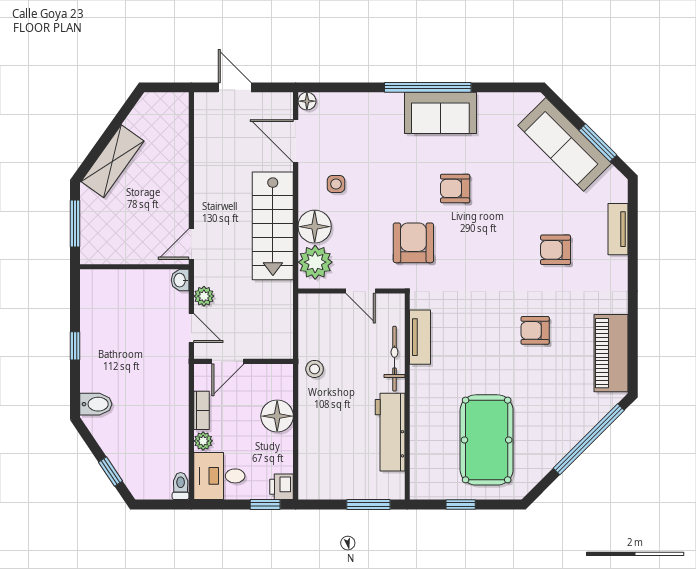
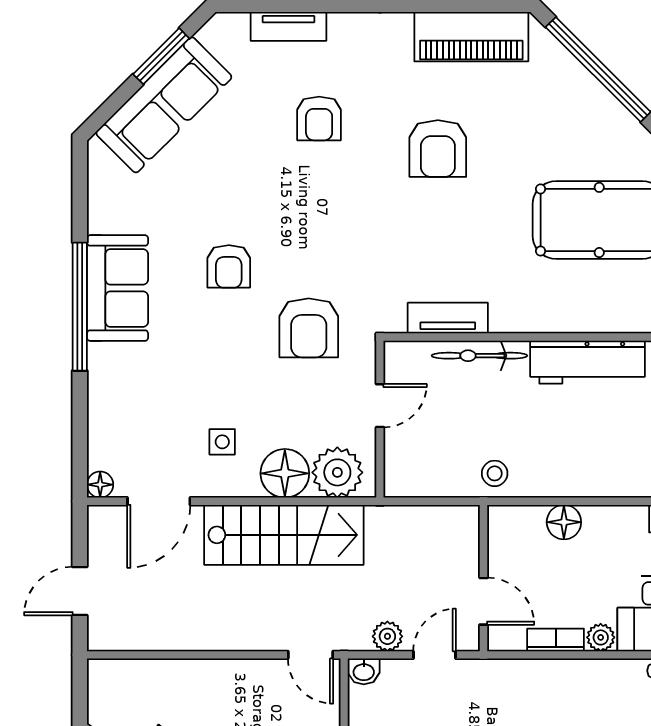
armchair: (413, 243) -> (309, 328), turned -90
armchair: (535, 330) -> (438, 149), width x1.38, depth x1.38
floor lamp: (277, 416) -> (564, 522), width x0.73, depth x0.73

